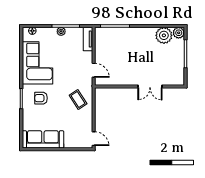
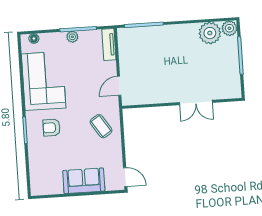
door: (94, 70) -> (119, 86), swing flipped
sofa: (43, 139) -> (84, 181), moved, width x0.73

